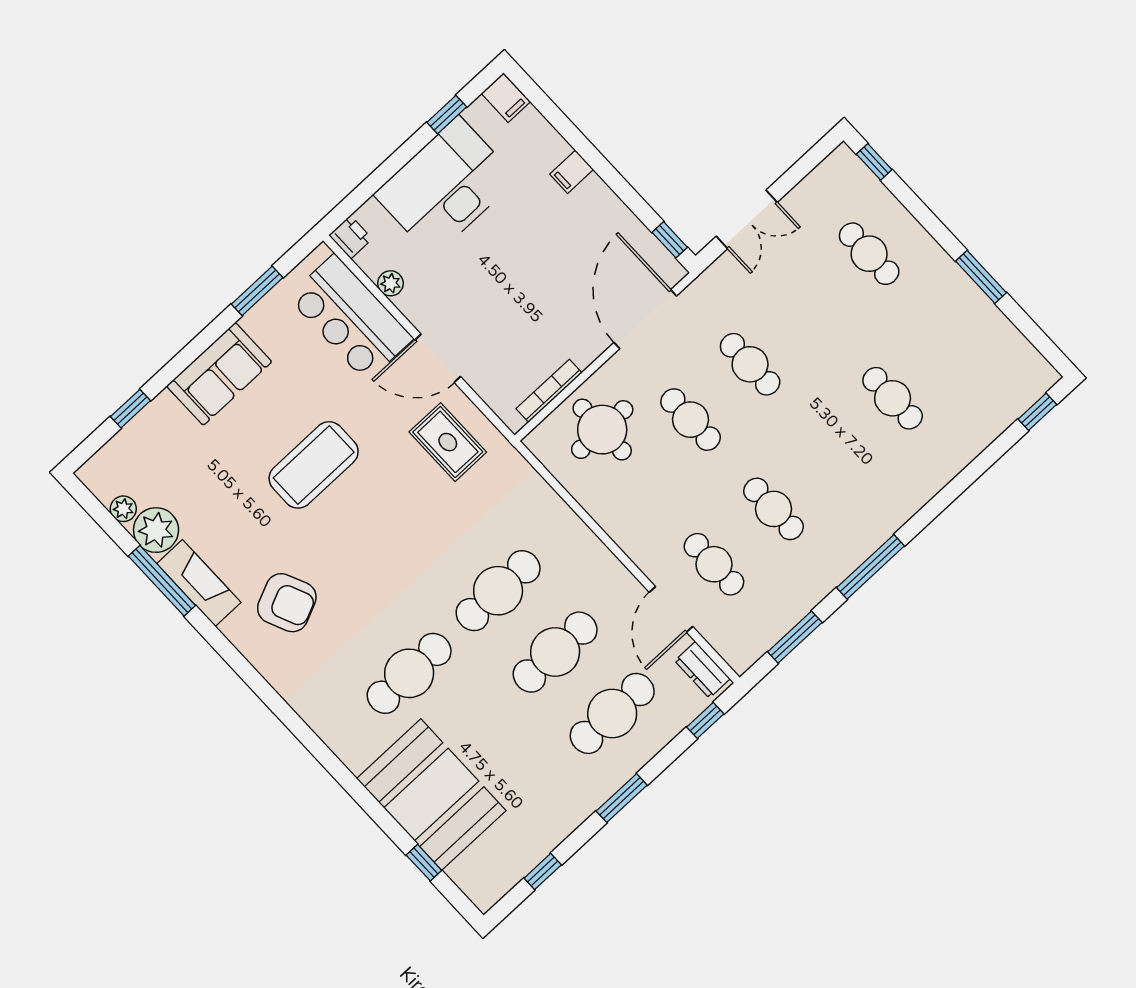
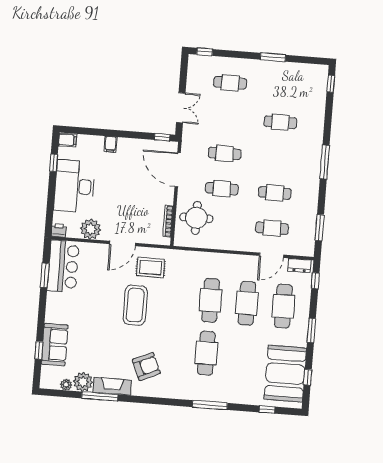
plant: (390, 283) -> (91, 229), width x1.88, depth x1.88
bar counter: (350, 318) -> (63, 266), moved, turned -90
sofa: (219, 374) -> (55, 345), moved
coffee table: (314, 465) -> (135, 305), moved
window: (871, 567) -> (325, 162), moved
door: (671, 609) -> (272, 255), hinge flipped
window: (334, 766) -> (210, 405), added
booth: (431, 795) -> (285, 374), moved, turned 90

